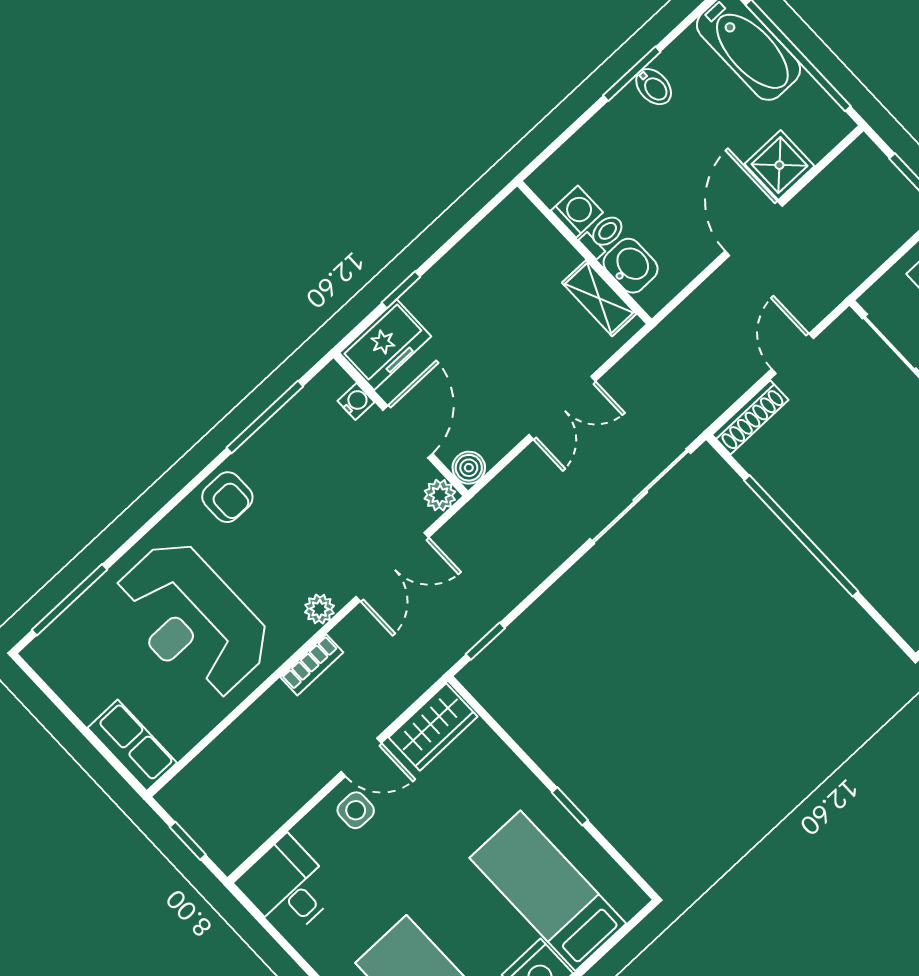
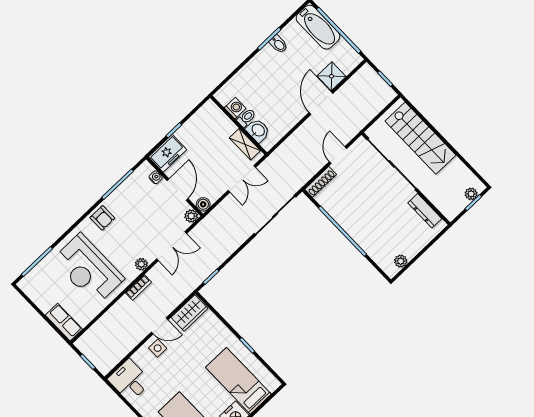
washing machine: (577, 212) -> (235, 108), moved
toilet: (603, 235) -> (246, 118), moved
wall: (584, 253) -> (239, 125), moved
washbasin: (631, 266) -> (258, 130), moved
shelving: (599, 298) -> (245, 144), moved

